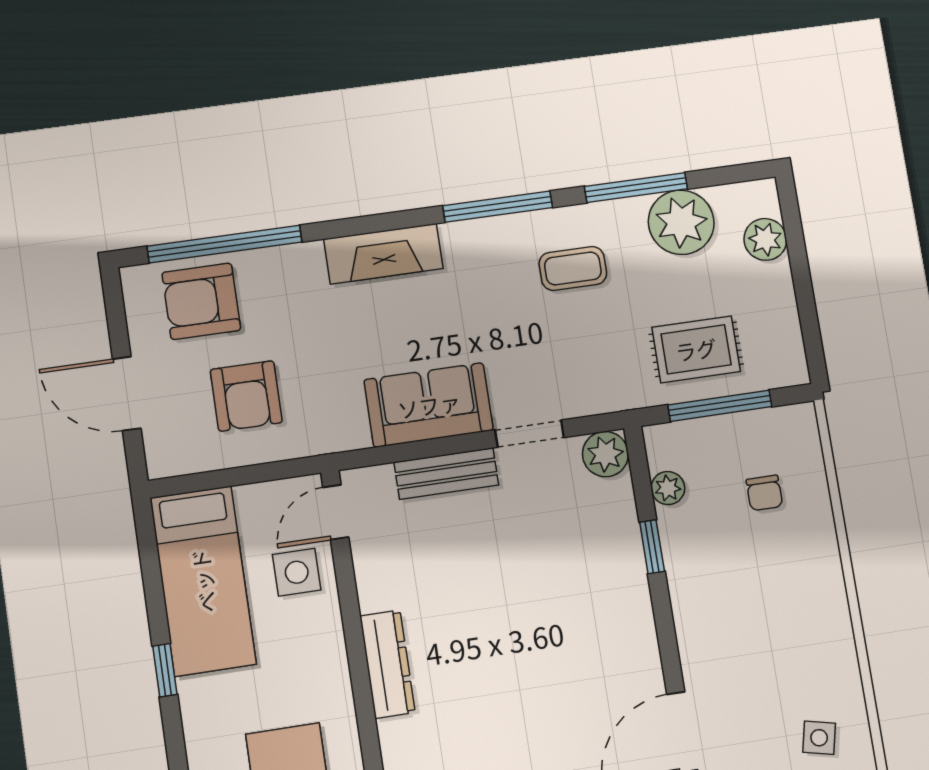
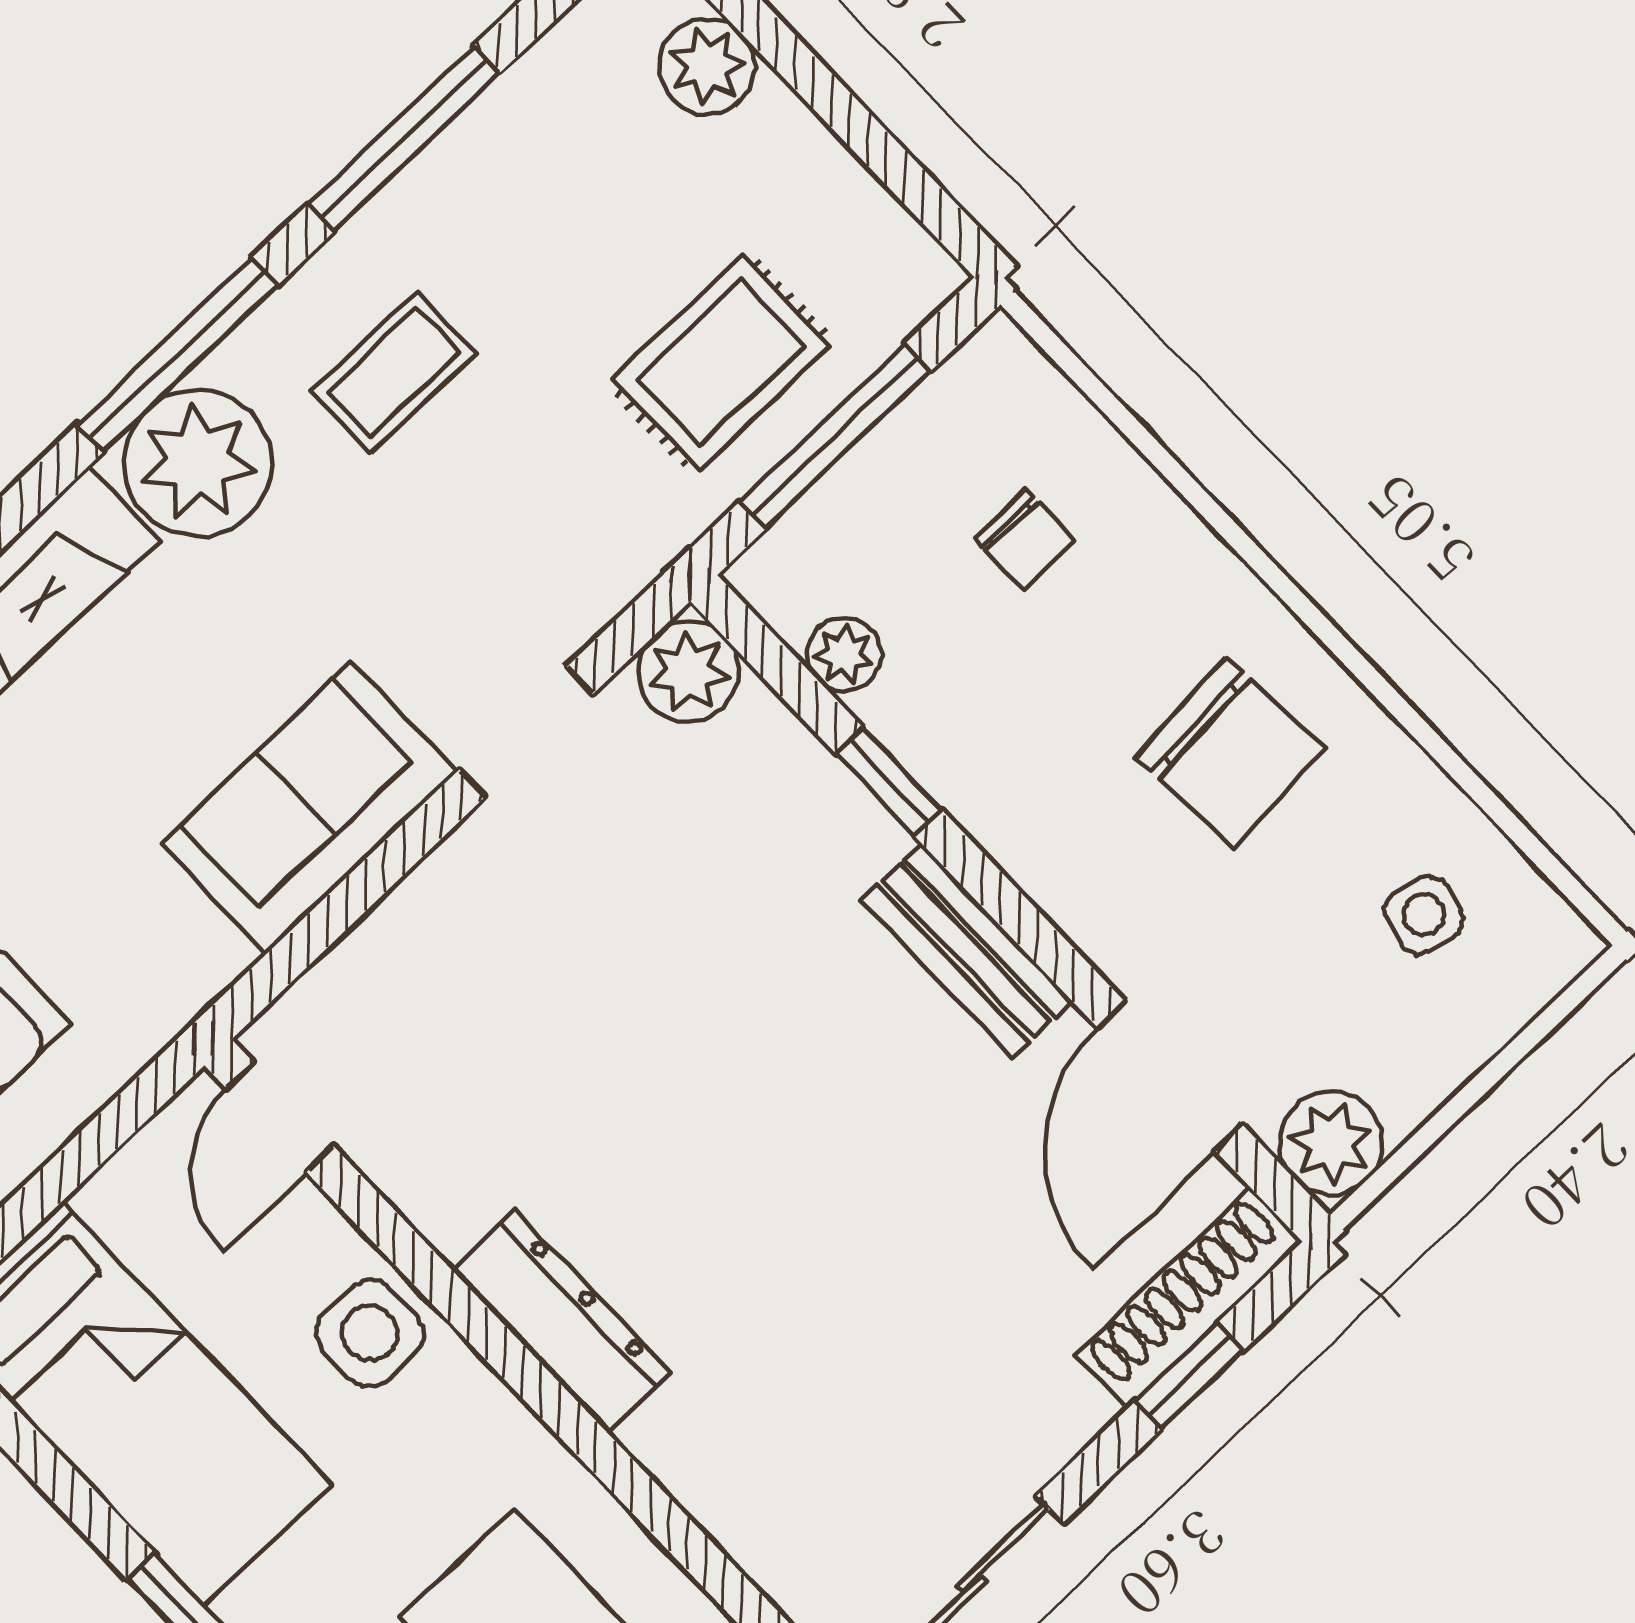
plant: (681, 222) -> (198, 463), moved
bench: (446, 474) -> (967, 951), moved, turned 90
side table: (297, 572) -> (370, 1333), moved
chair: (788, 626) -> (1231, 753), added

